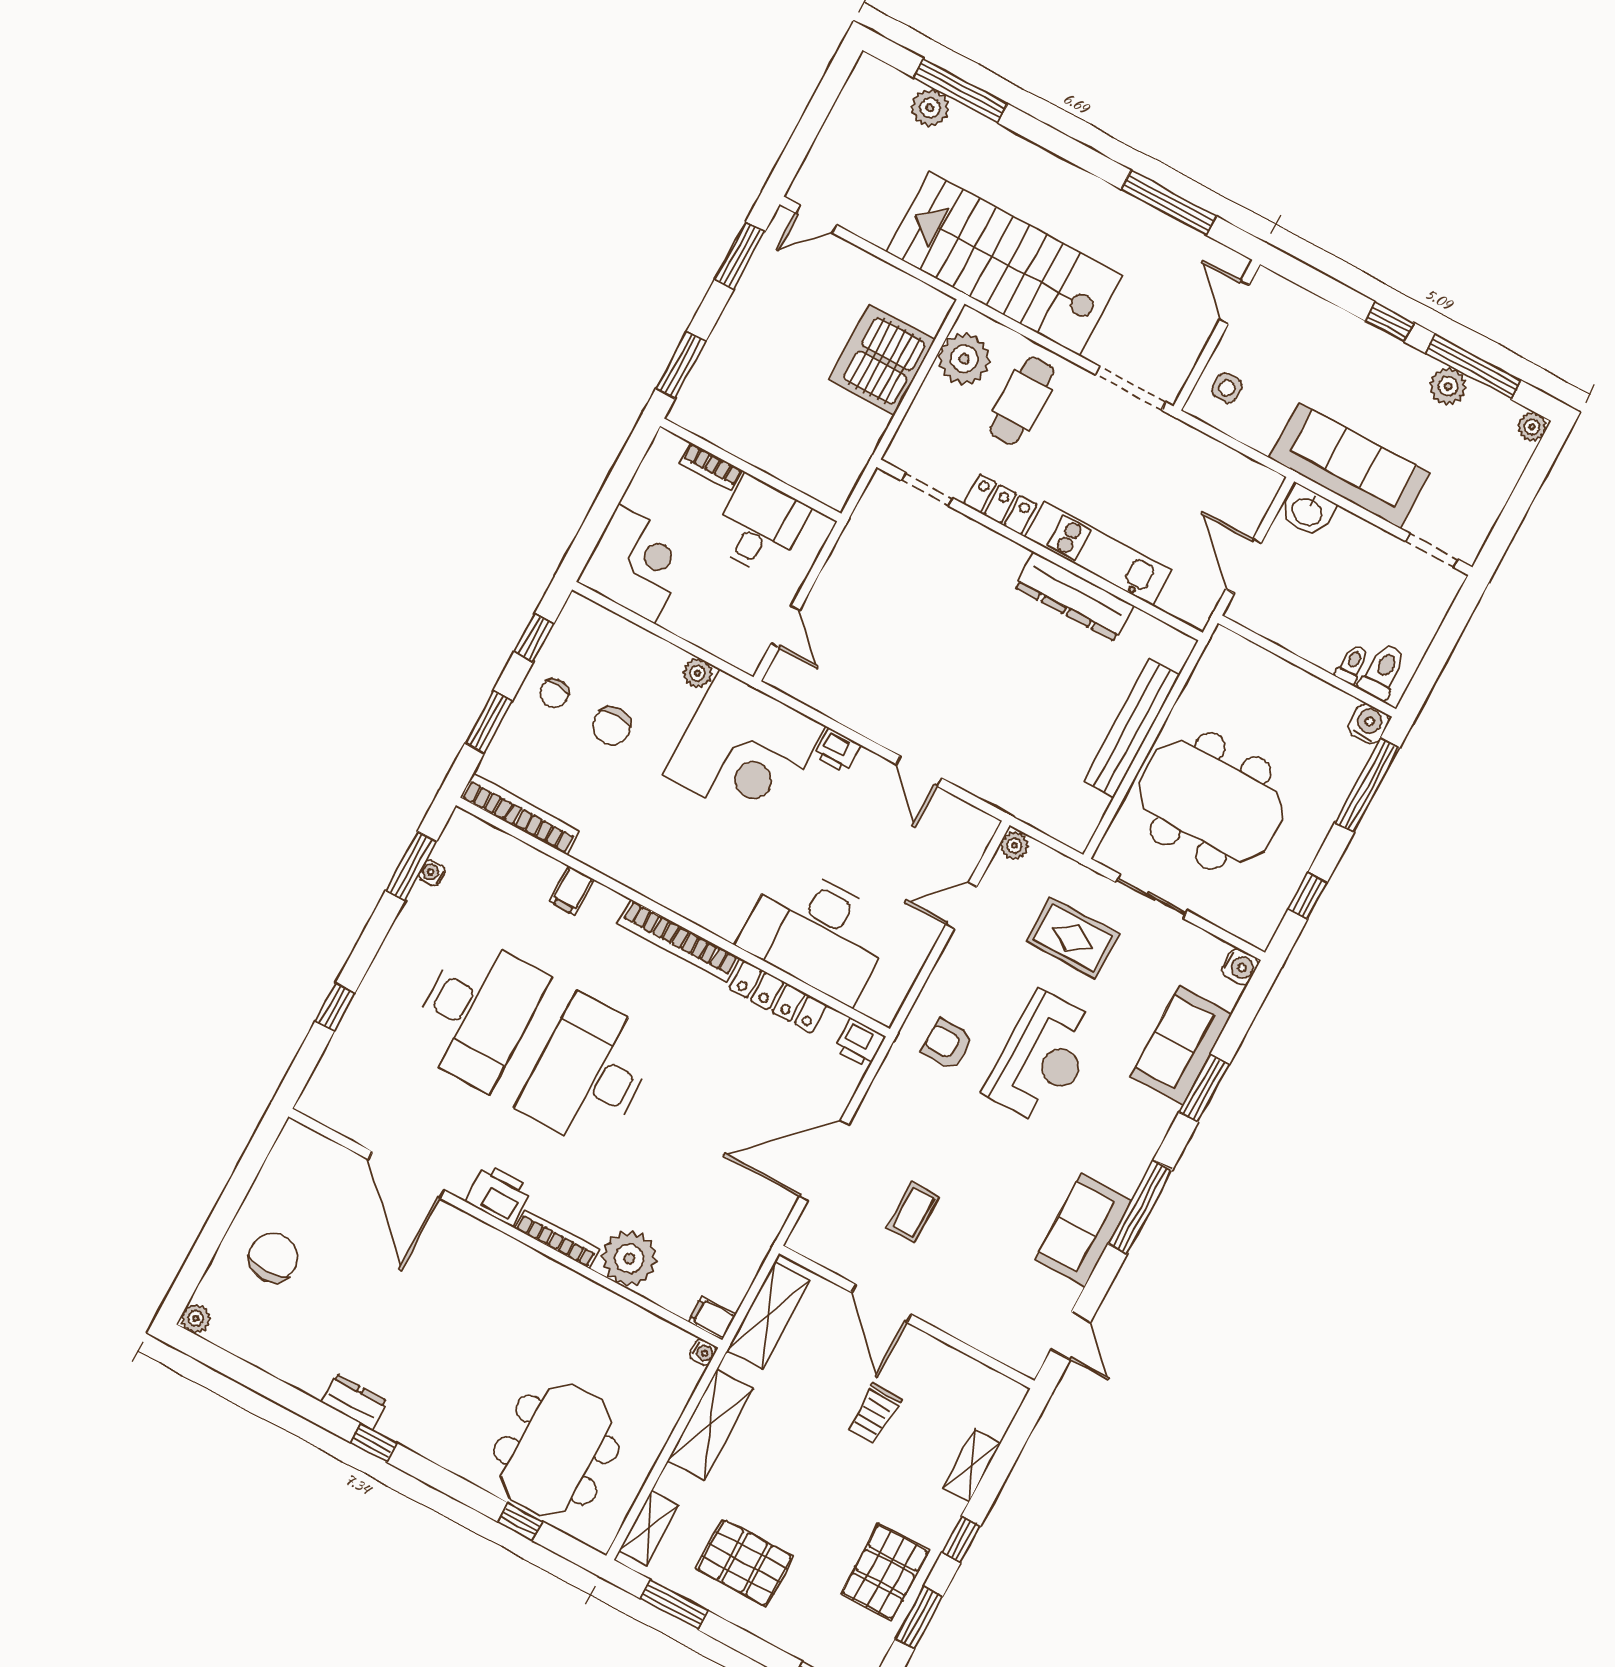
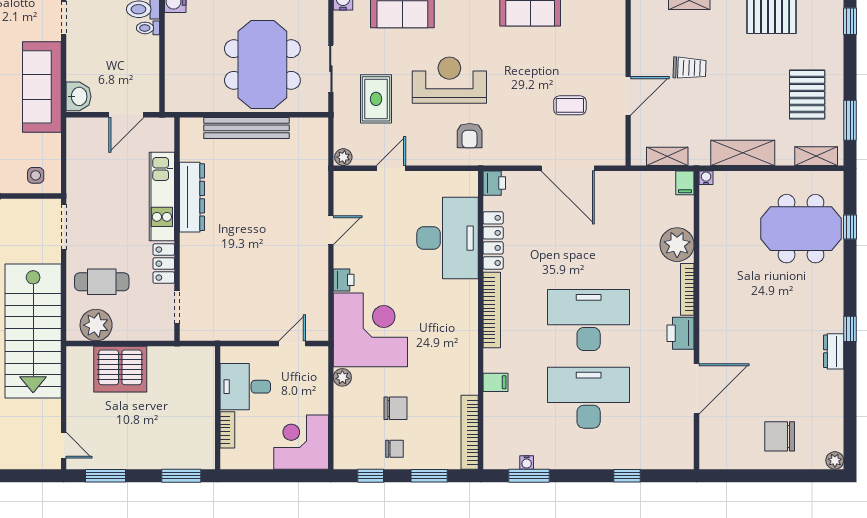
door: (961, 906) -> (391, 168), swing flipped
desk: (589, 1073) -> (589, 320), turned 180
shelving: (768, 1315) -> (667, 156), width x0.67, depth x0.75

